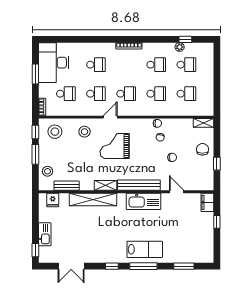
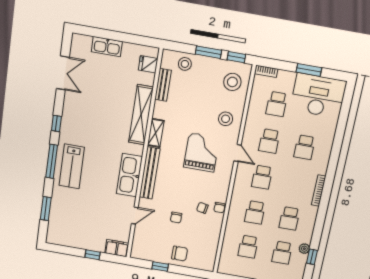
shelving: (203, 123) -> (210, 260), removed
window: (35, 250) -> (89, 31), removed
double door: (71, 266) -> (63, 73), swing flipped

